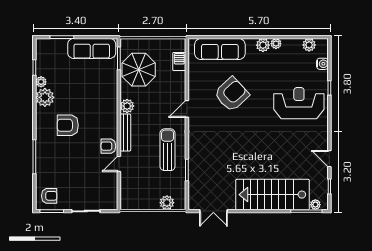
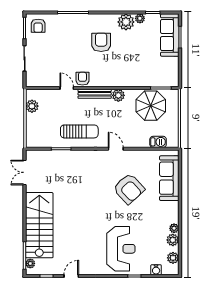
plant: (263, 45) -> (173, 240), moved
sofa: (92, 48) -> (170, 35), moved
plant: (167, 203) -> (32, 106), moved

